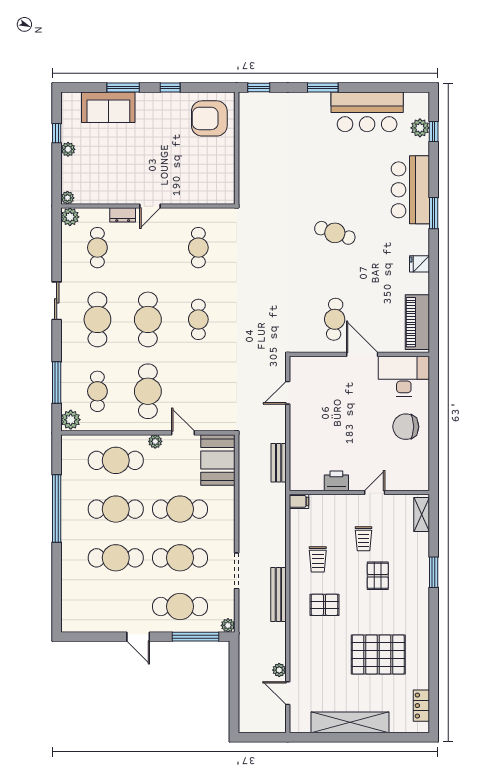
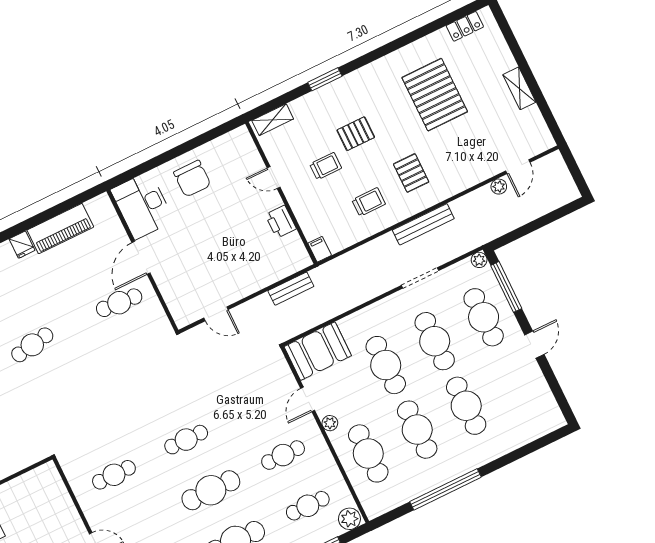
cafe table: (335, 233) -> (32, 345), turned 61
piano: (417, 322) -> (60, 229), moved
cafe table: (148, 391) -> (283, 455), width x0.73, depth x0.74
shelving: (350, 722) -> (519, 88), width x0.45, depth x0.75

